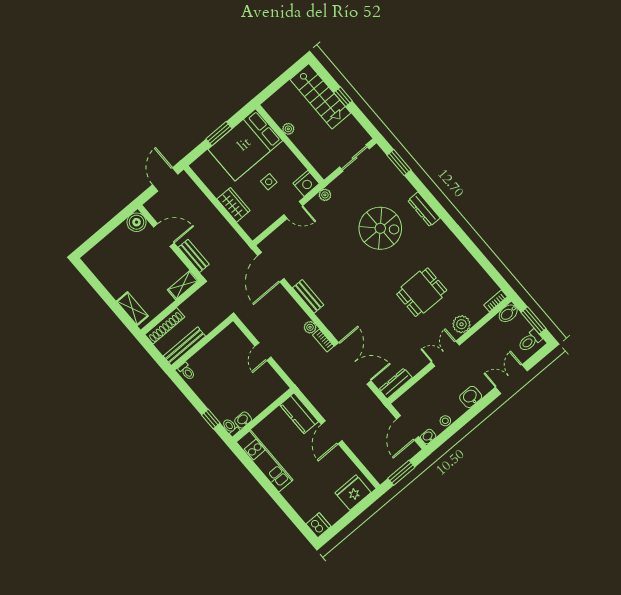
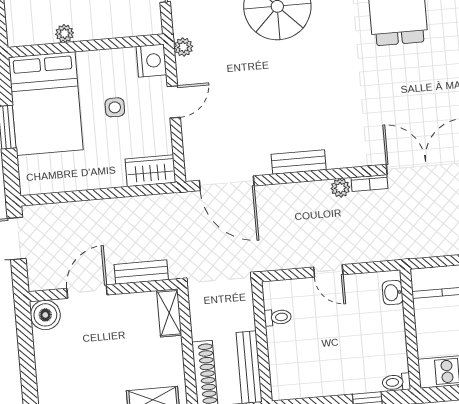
wardrobe: (233, 205) -> (150, 171), moved
toilet: (187, 371) -> (278, 317), moved
washbasin: (243, 420) -> (393, 293), moved

